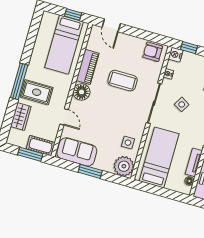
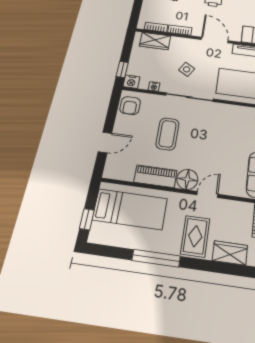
window: (73, 15) -> (87, 219), moved
door: (111, 25) -> (105, 142), moved
window: (19, 81) -> (156, 258), moved
door: (64, 117) -> (207, 195), moved
side table: (128, 143) -> (239, 119), removed

